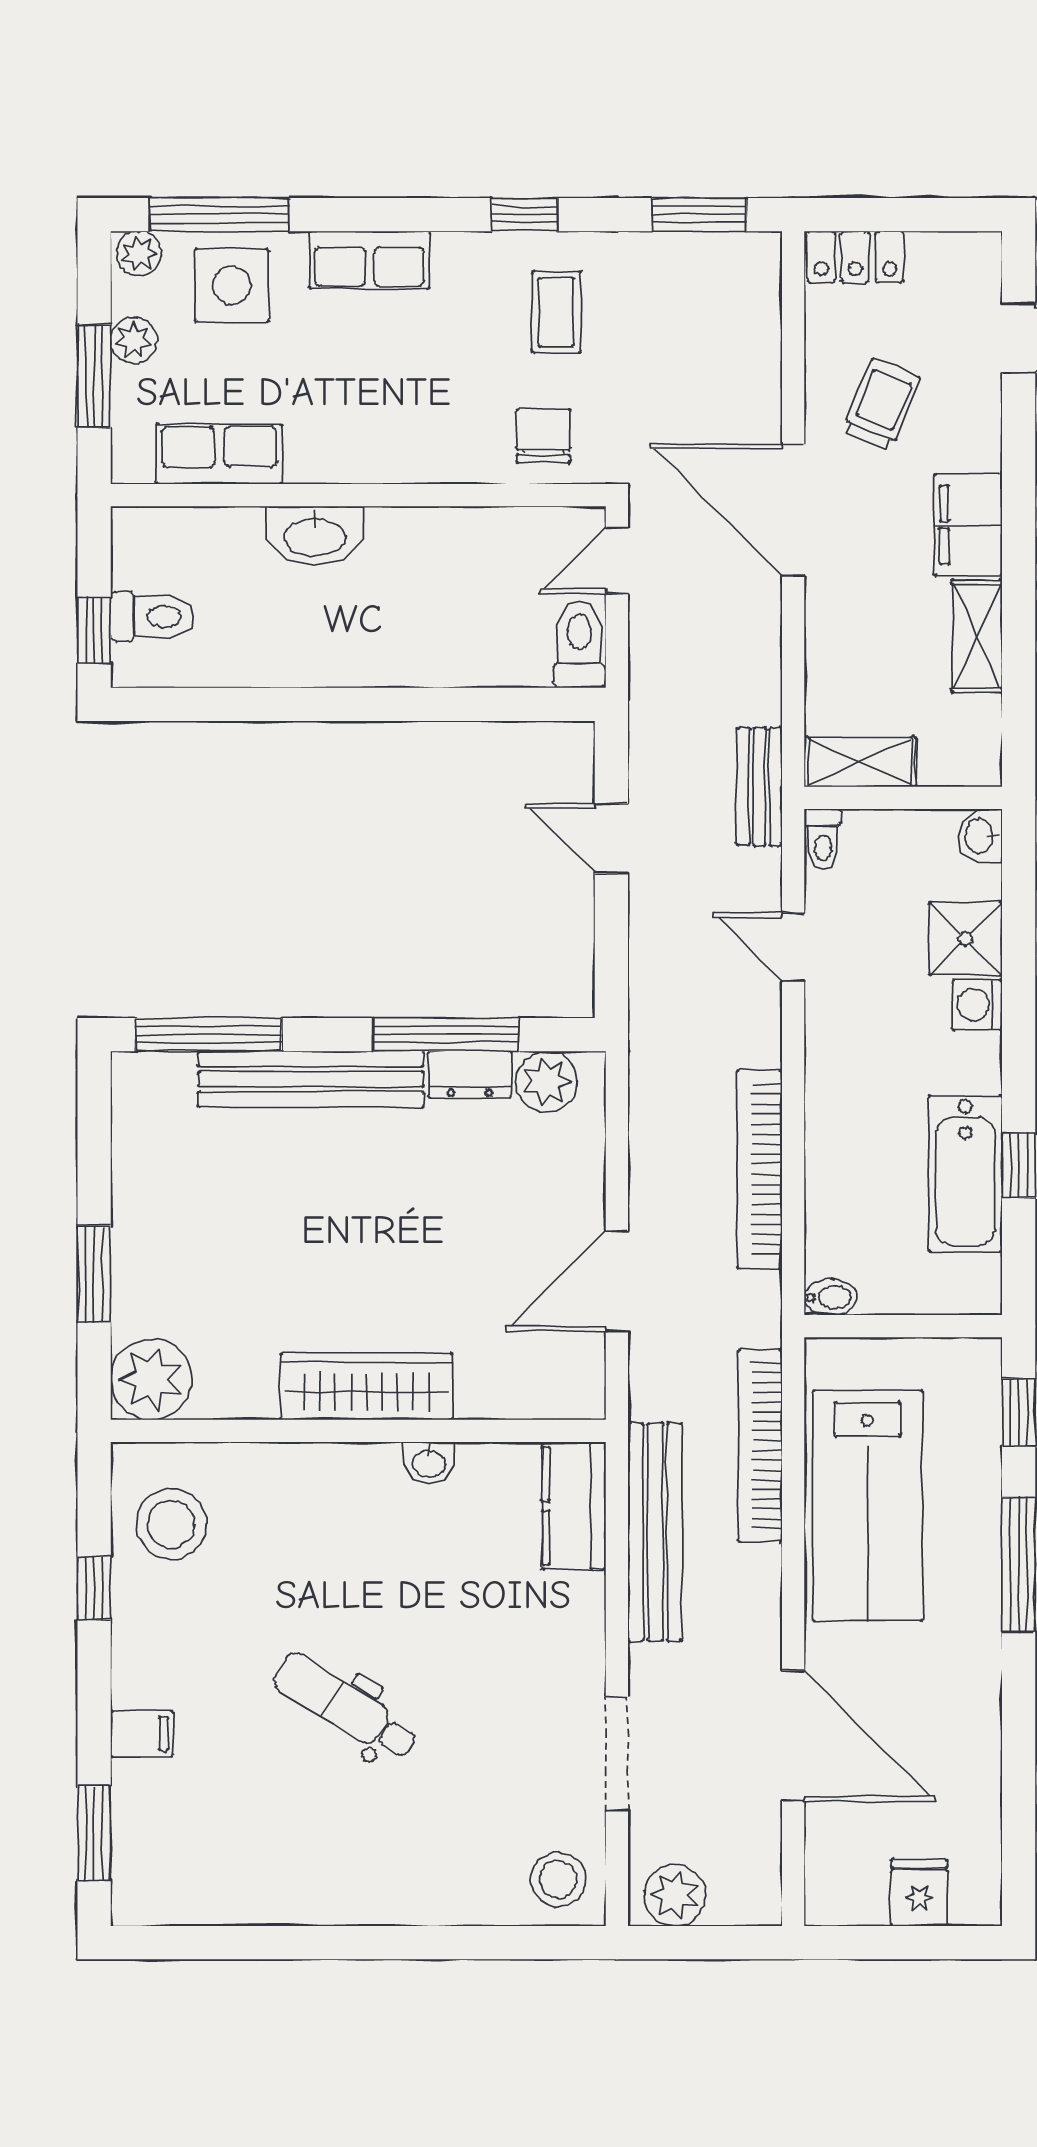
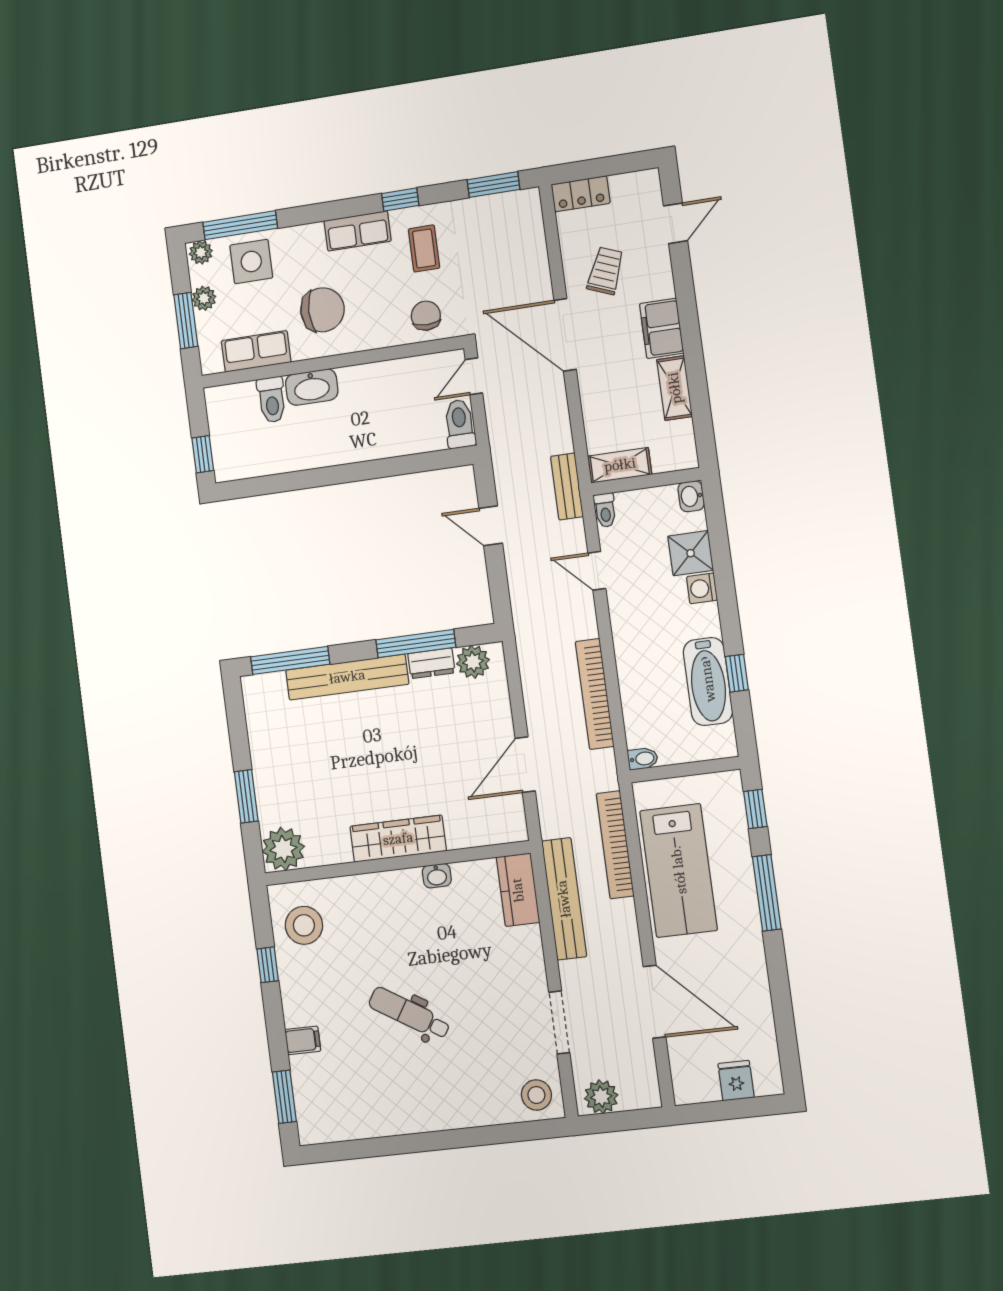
row of seats: (370, 260) -> (358, 231), moved
chair: (353, 396) -> (322, 310), added
toilet: (152, 617) -> (272, 400), moved, turned 90

